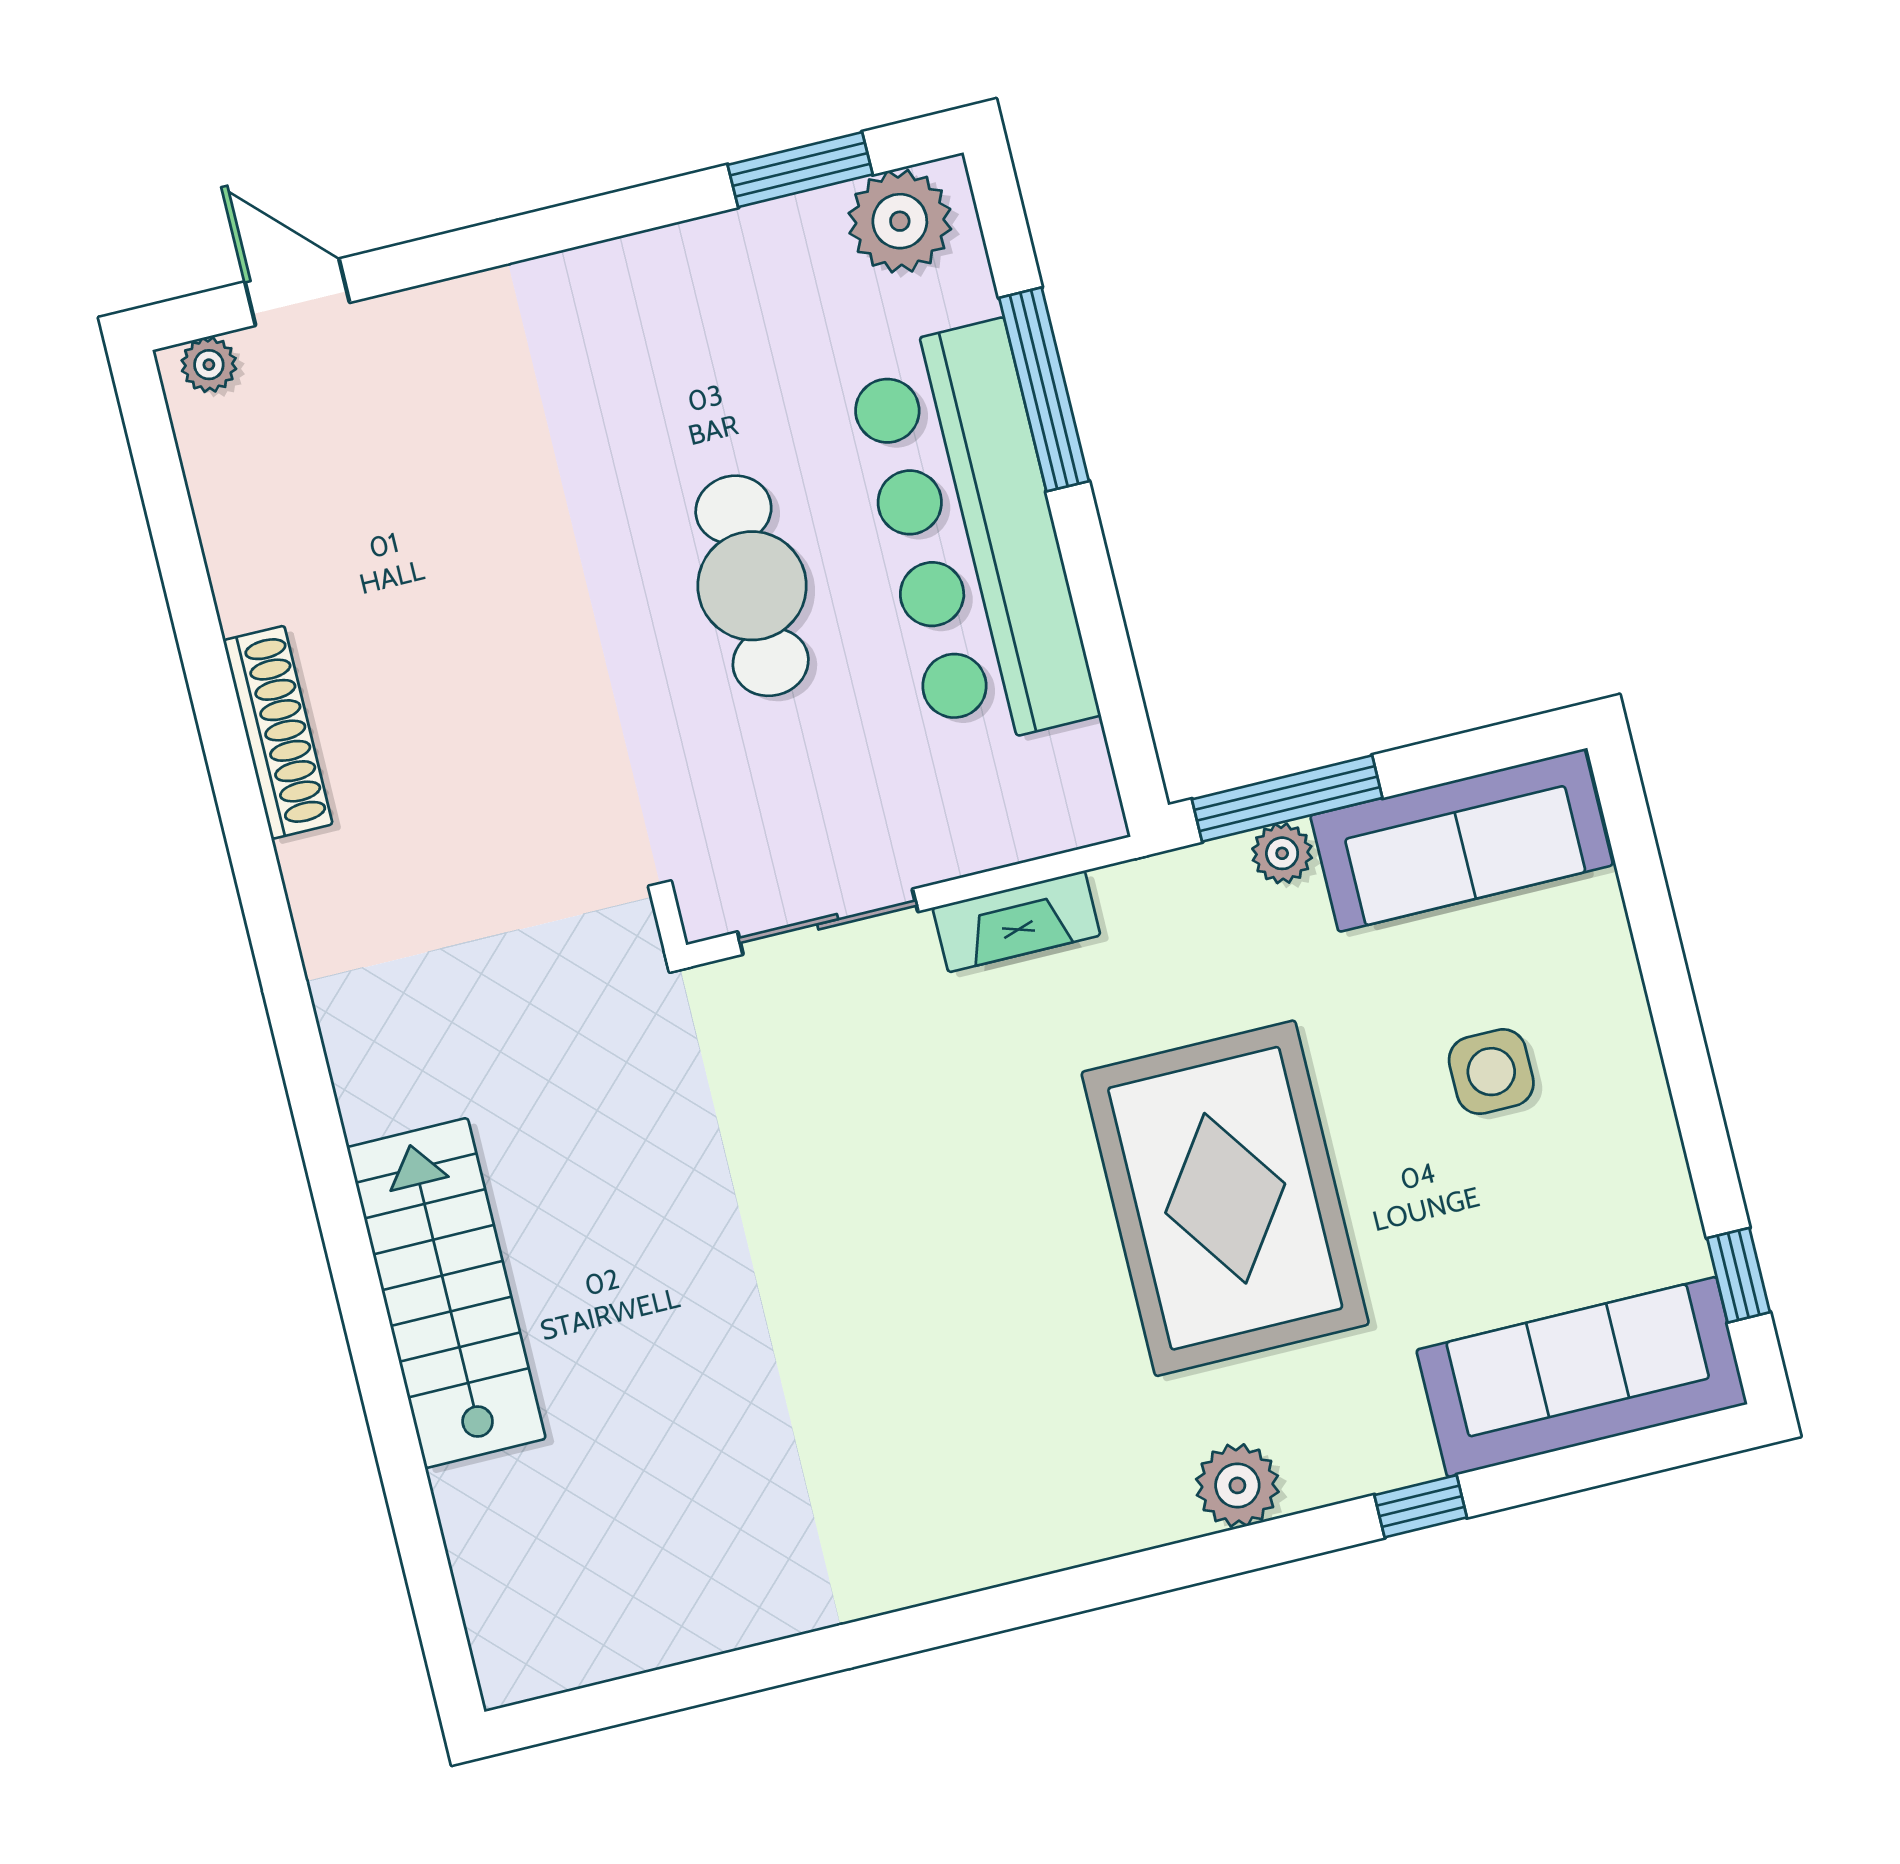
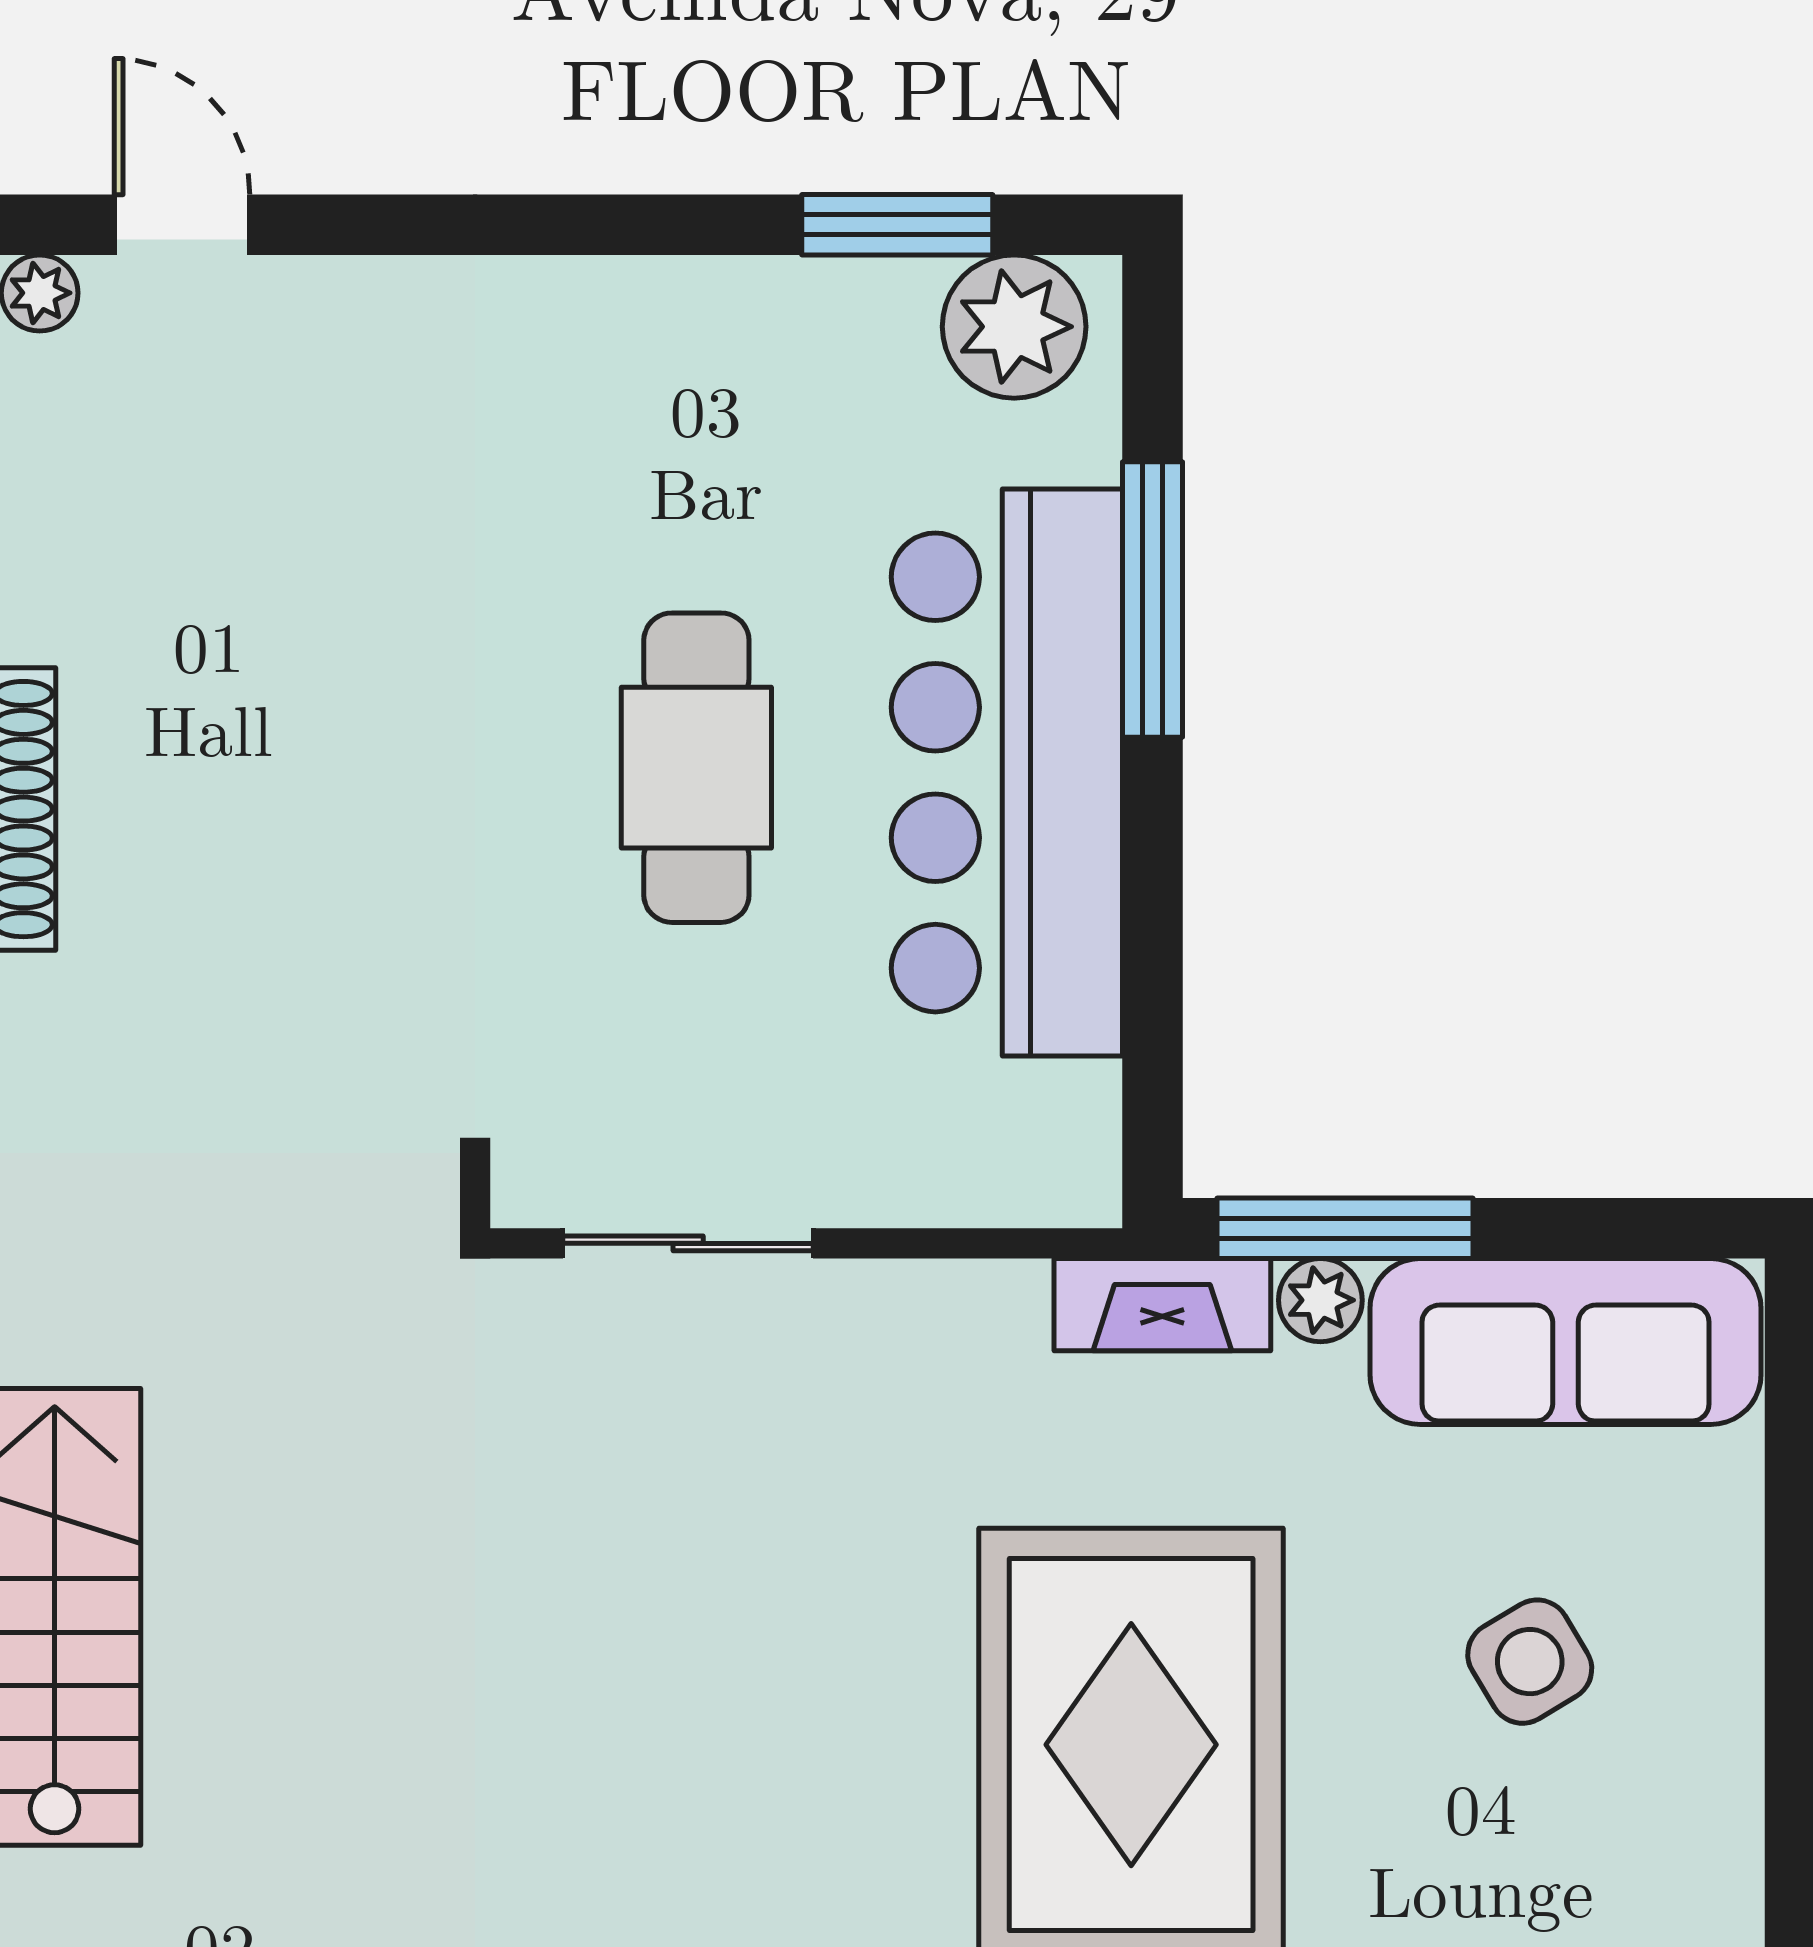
fireplace: (1016, 921) -> (1162, 1305), moved
side table: (1491, 1072) -> (1530, 1662), turned -31

